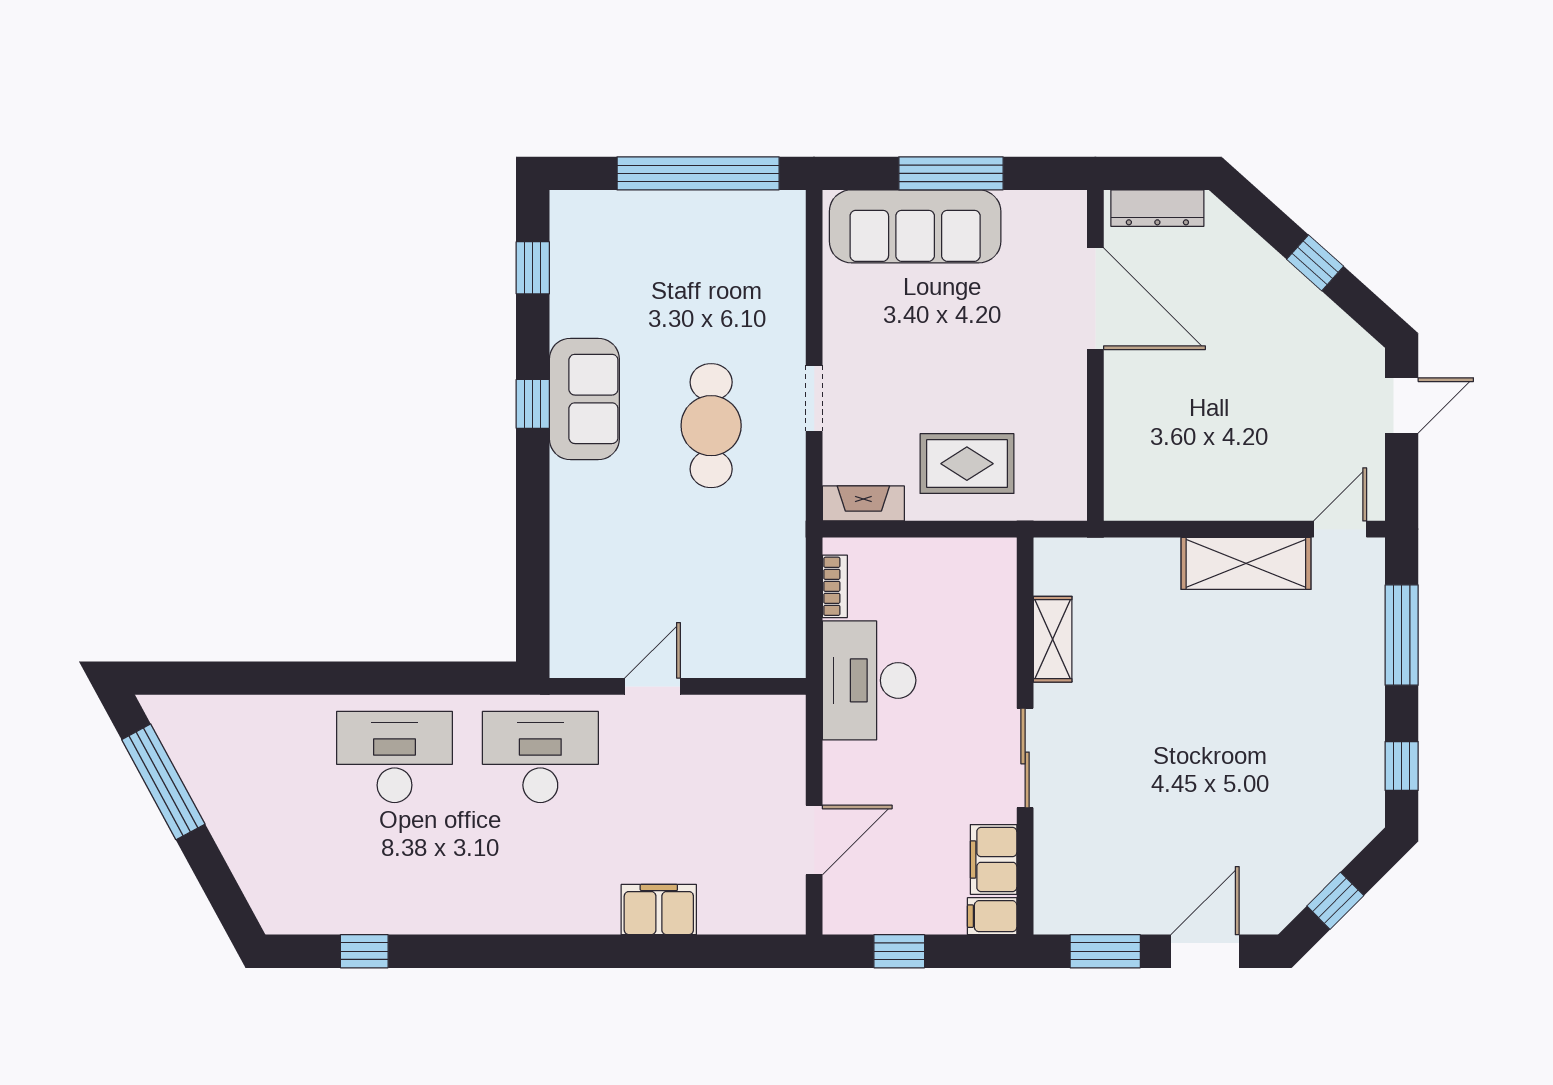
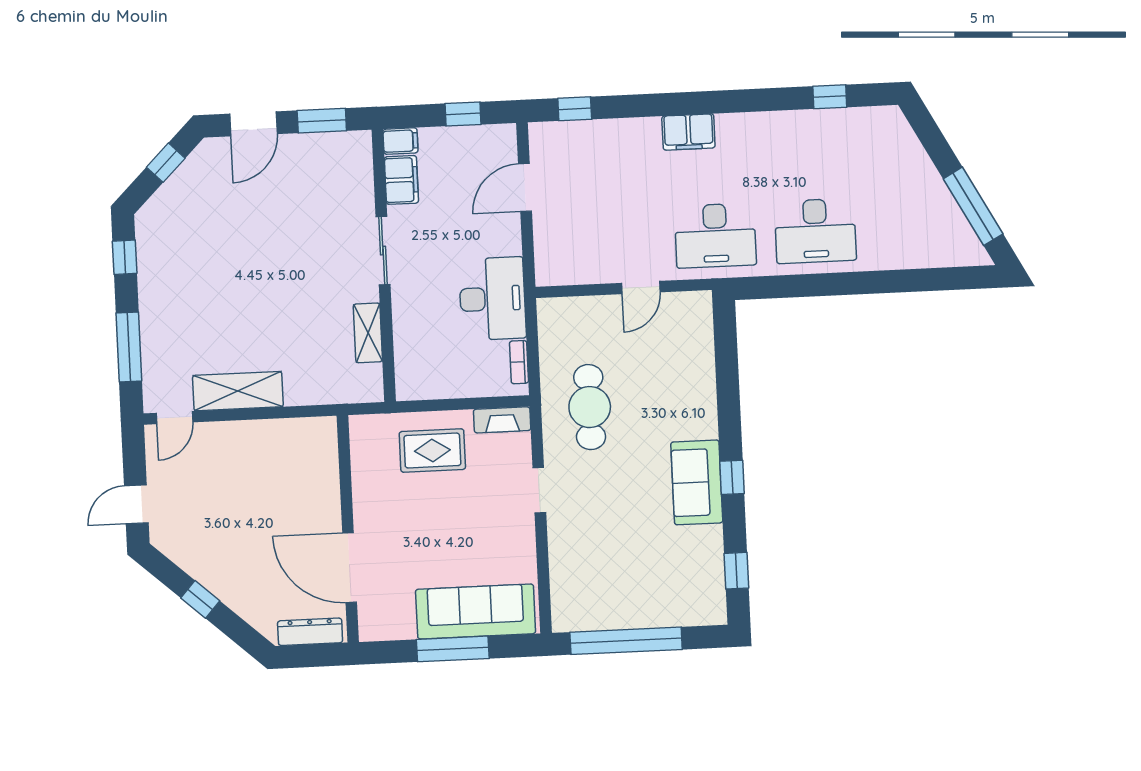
cafe table: (711, 426) -> (590, 407), moved
filing cabinet: (659, 910) -> (688, 132), moved
window: (736, 951) -> (575, 109), added

